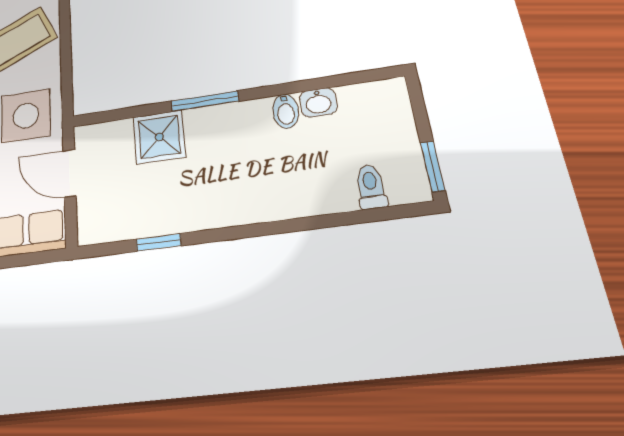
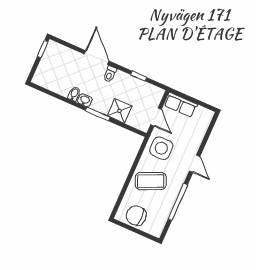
washbasin: (318, 102) -> (85, 100), moved
toilet: (371, 187) -> (110, 74), moved
door: (287, 226) -> (97, 57), added

